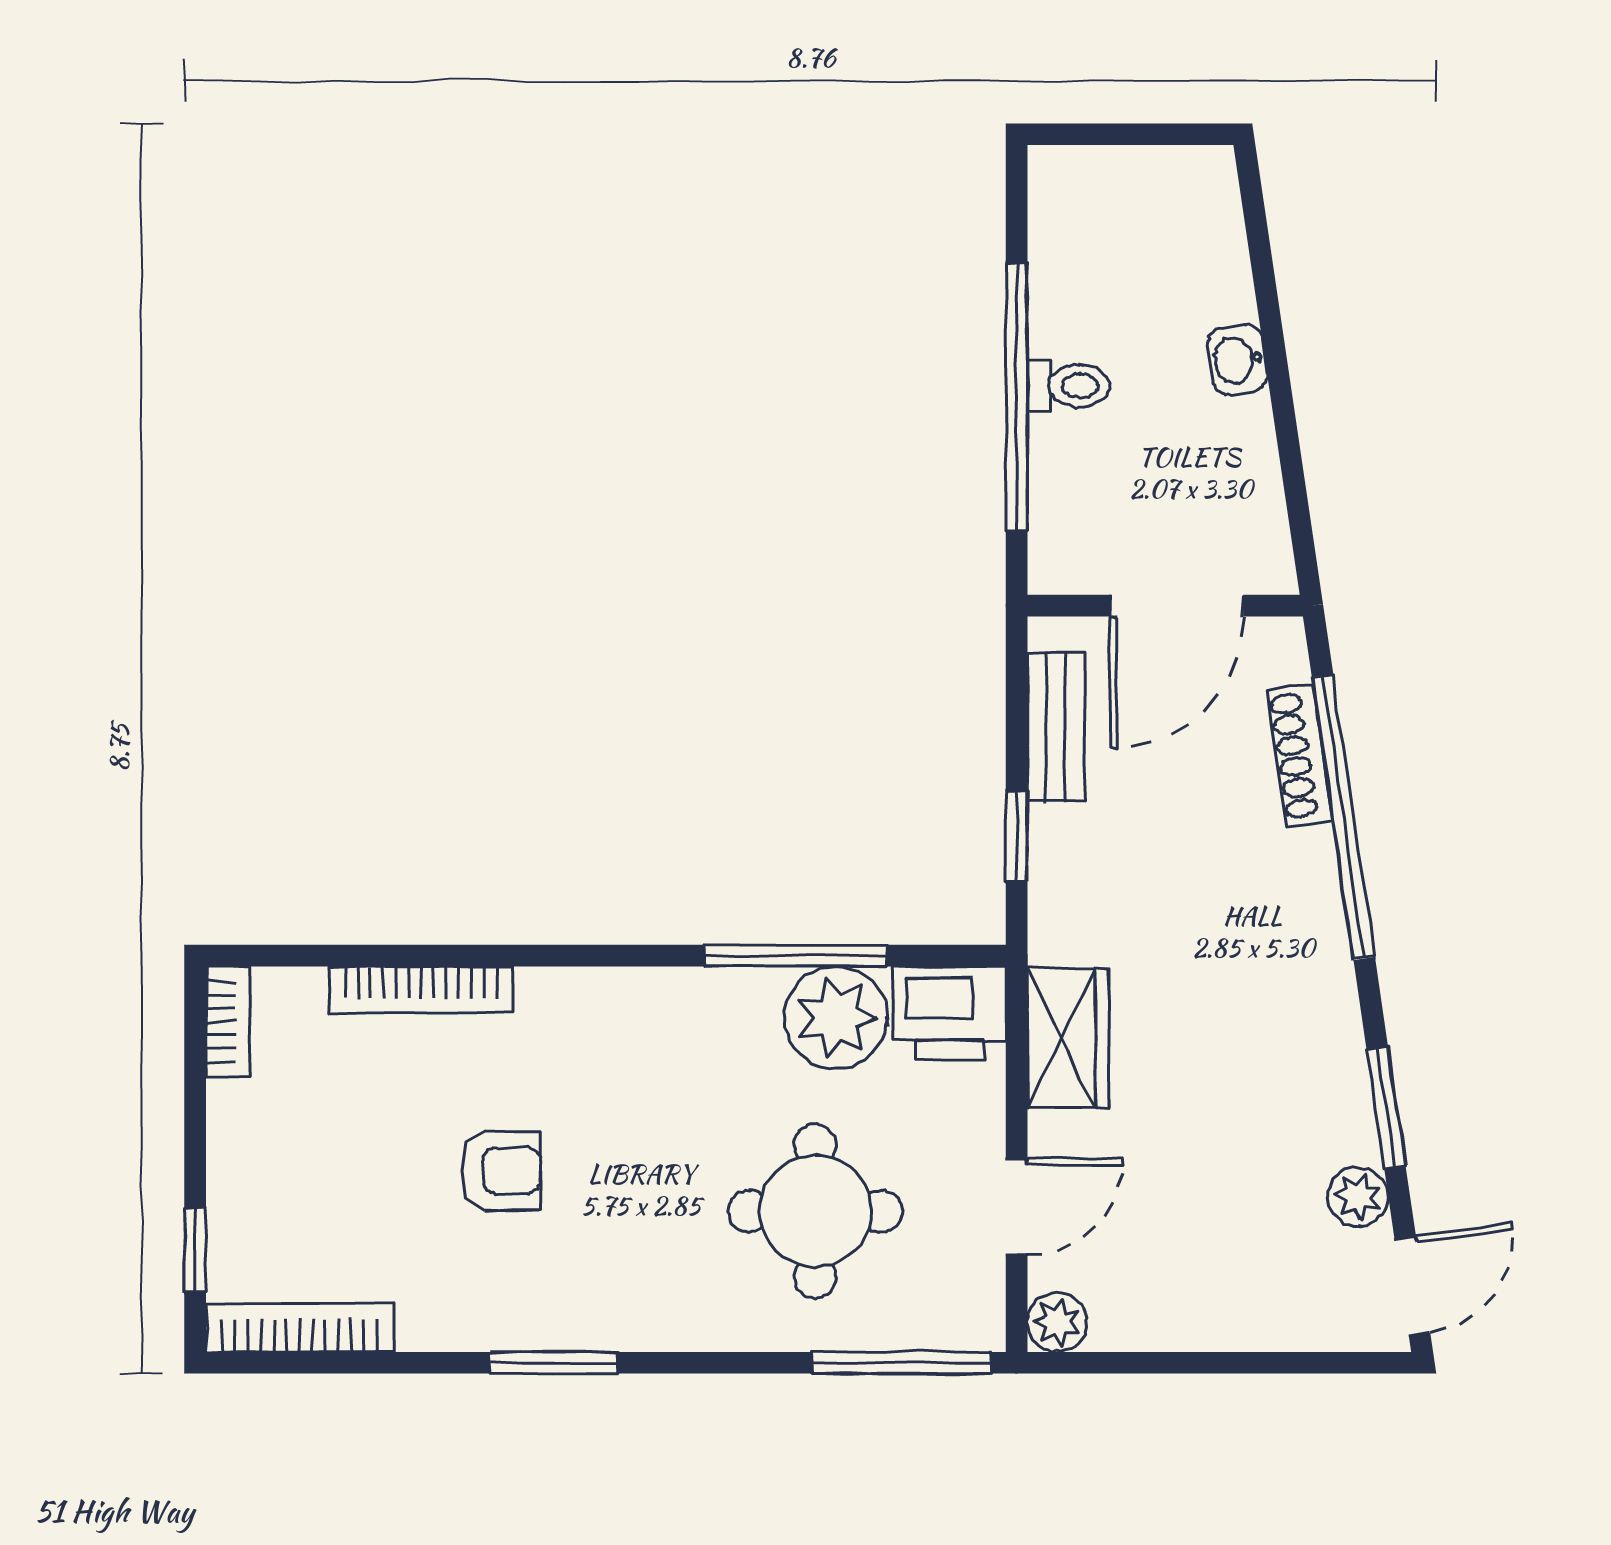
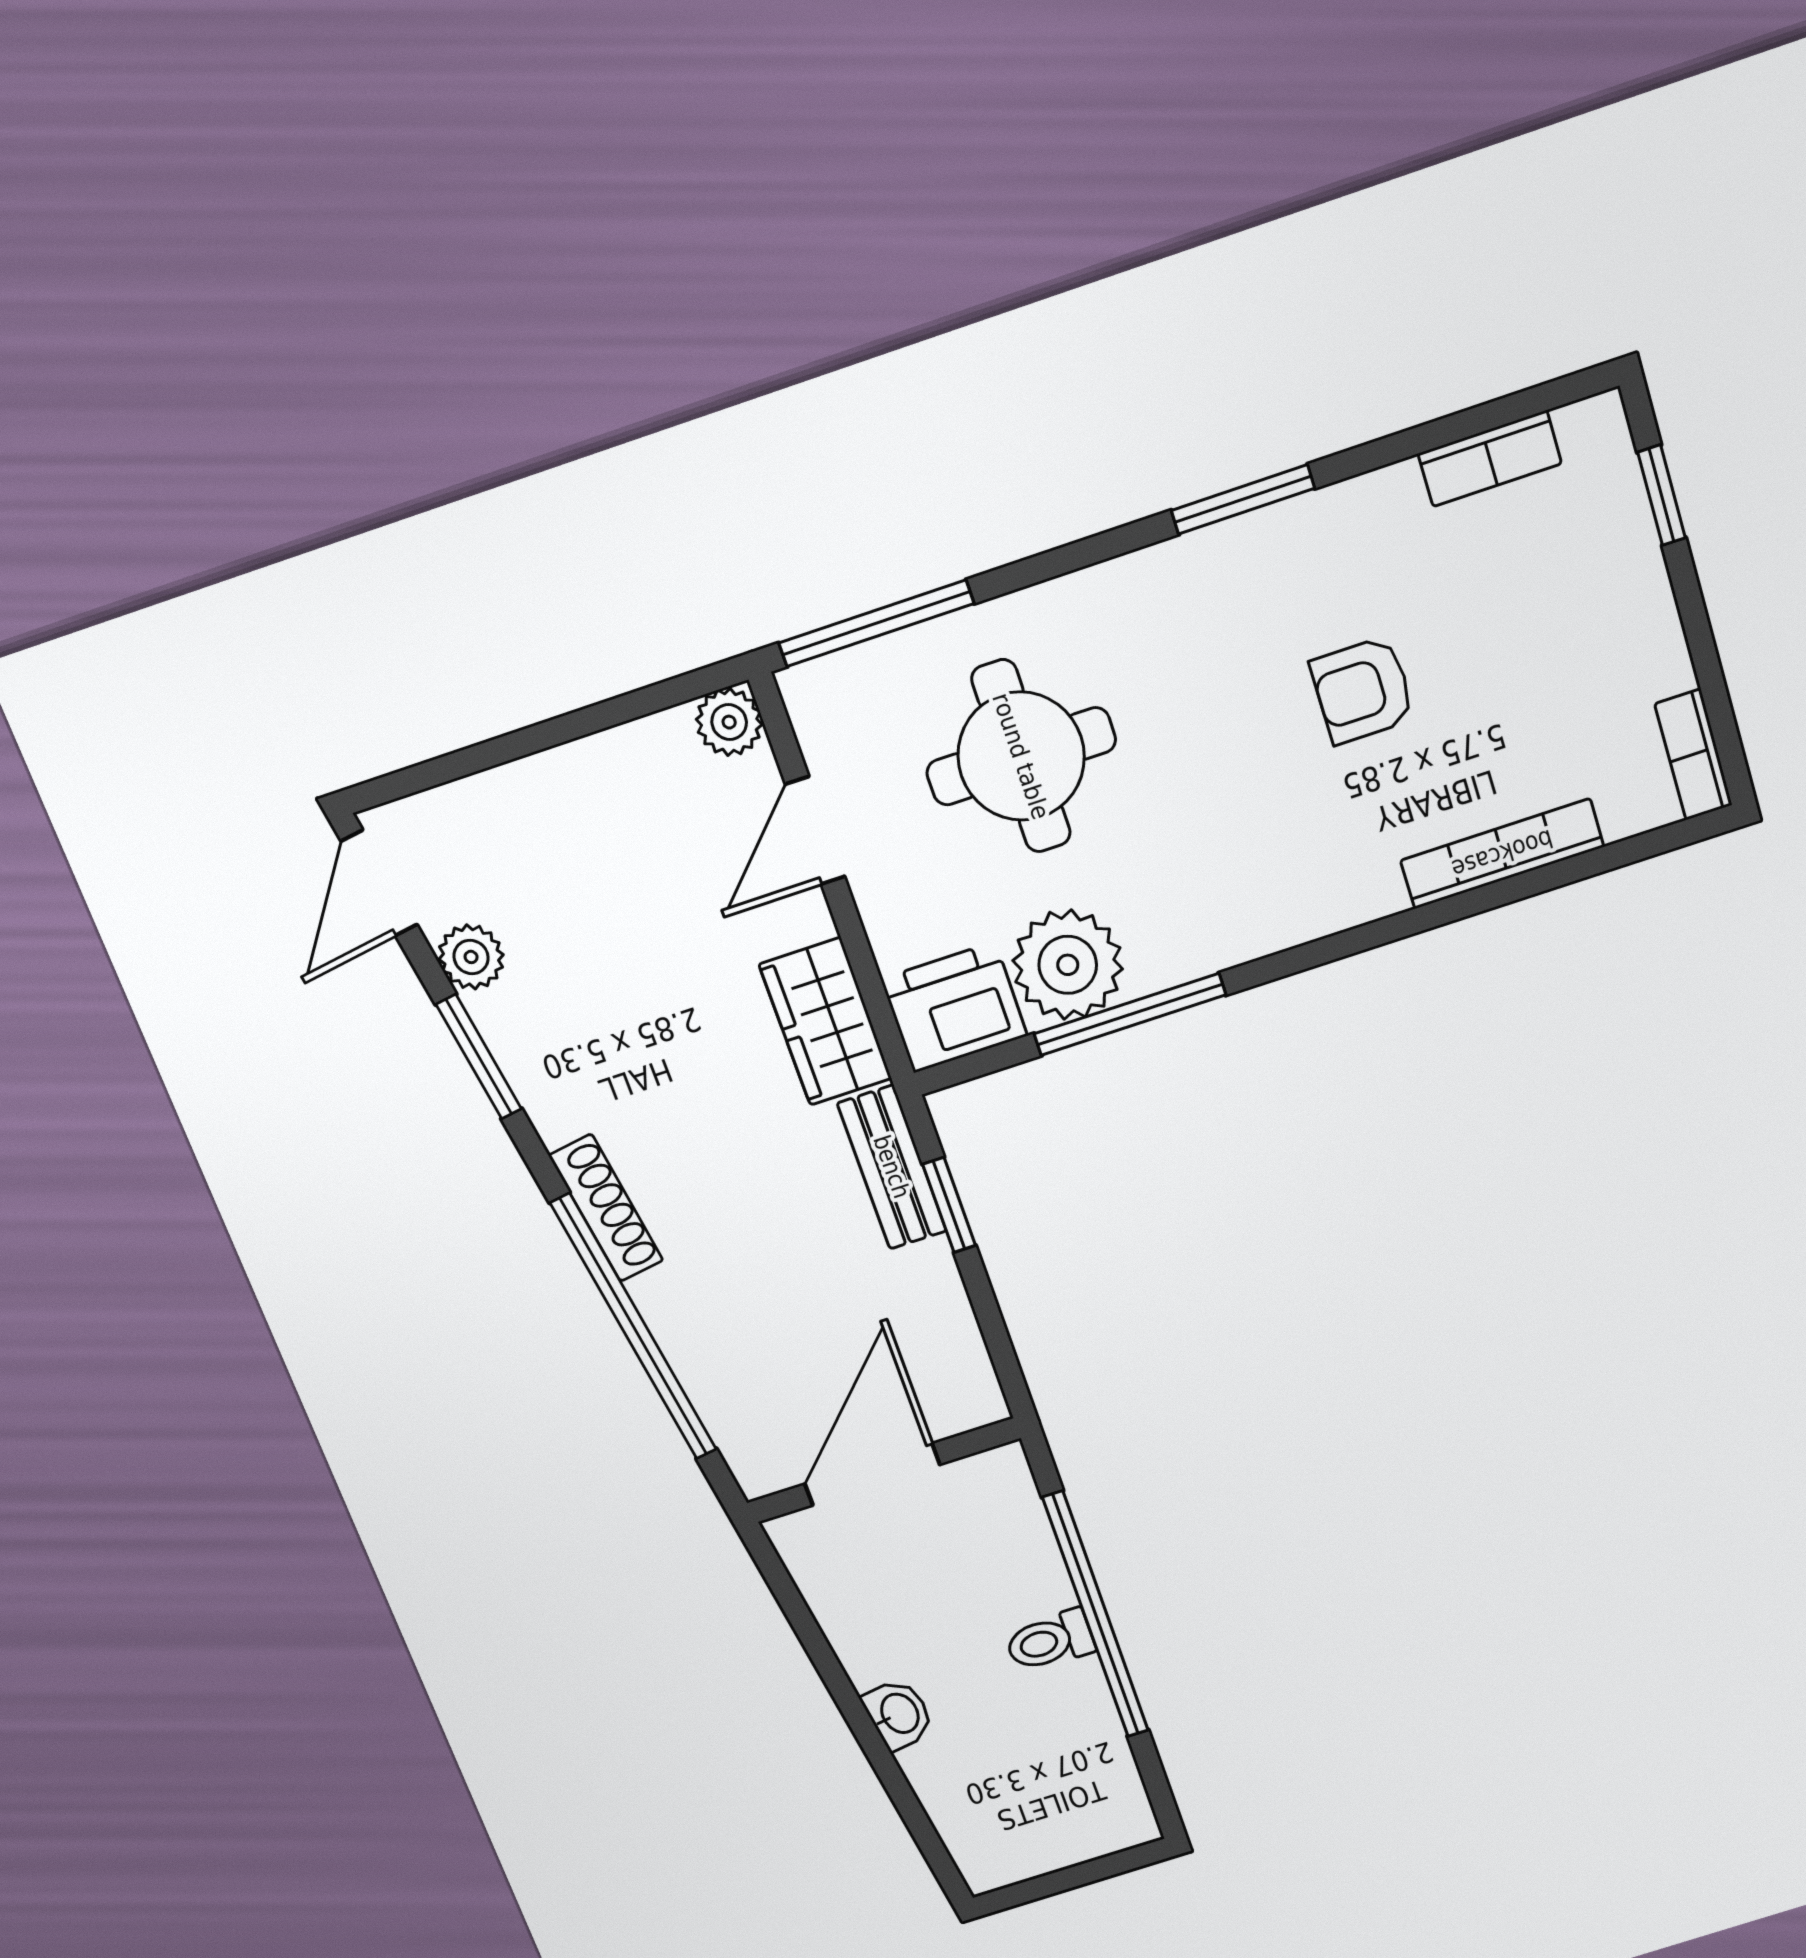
bench: (1056, 727) -> (892, 1167), moved
shoe rack: (1300, 755) -> (606, 1208), moved
bookcase: (300, 1328) -> (1490, 459), width x0.64

